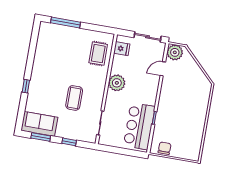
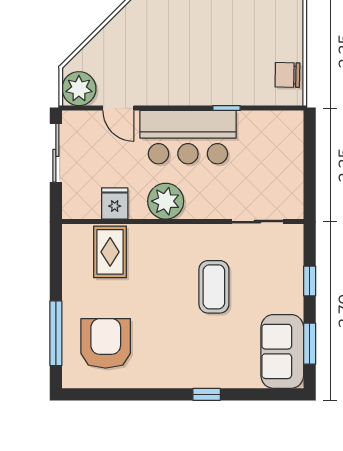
armchair: (57, 44) -> (106, 343), added
fridge: (122, 49) -> (115, 204), moved
rug: (98, 54) -> (110, 252), turned 90
coffee table: (74, 98) -> (214, 287), turned 90
bar counter: (139, 126) -> (188, 137), moved

